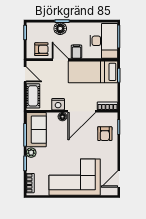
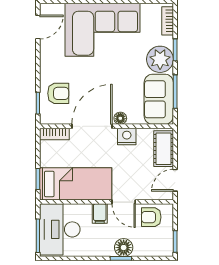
door: (25, 74) -> (175, 180), hinge flipped
armchair: (105, 134) -> (58, 93), turned 90
plant: (31, 153) -> (160, 59), width x1.88, depth x1.88

